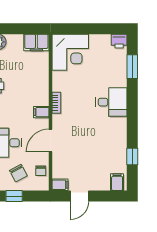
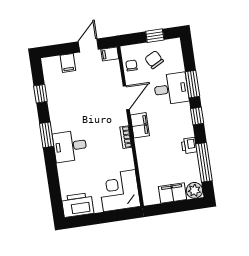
printer: (119, 41) -> (78, 205), width x1.87, depth x1.48
filing cabinet: (36, 43) -> (172, 193), moved
window: (132, 67) -> (47, 135), moved
filing cabinet: (41, 112) -> (140, 125), width x2.00
filing cabinet: (117, 182) -> (68, 63), moved

